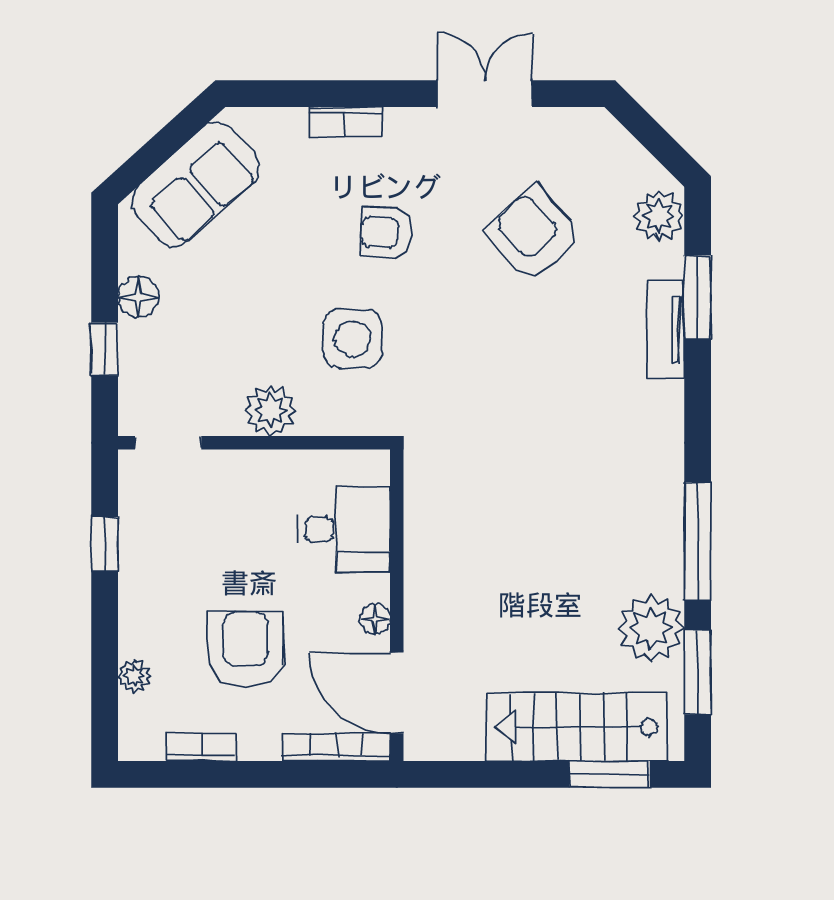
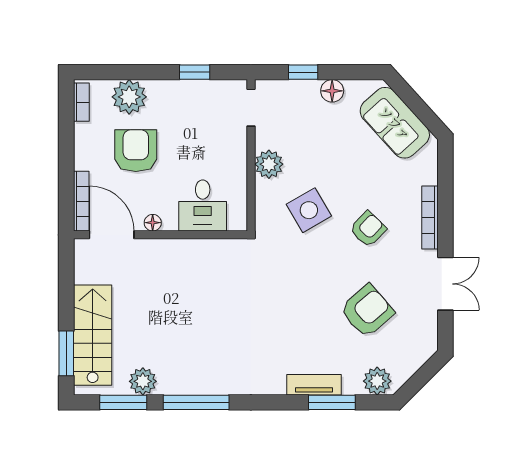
bookcase: (345, 121) -> (430, 217), width x1.56
armchair: (386, 233) -> (368, 229), turned 41
side table: (352, 339) -> (309, 210), turned -30
plant: (651, 628) -> (143, 381), width x0.73, depth x0.73
armchair: (246, 650) -> (136, 151), turned -90
plant: (135, 676) -> (129, 97), width x1.88, depth x1.88
door: (397, 693) -> (112, 235), hinge flipped
bookcase: (202, 747) -> (81, 102), moved

